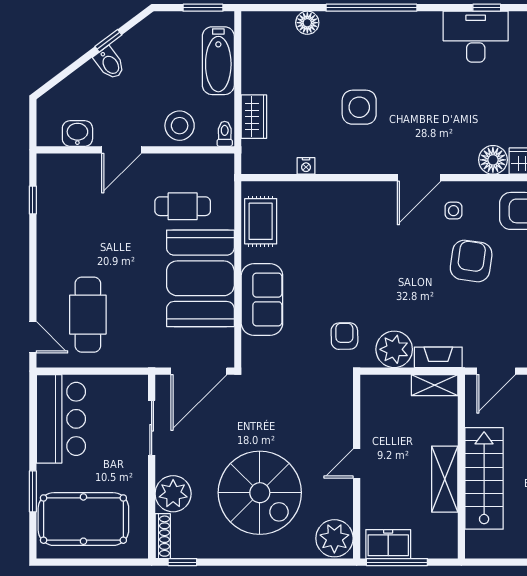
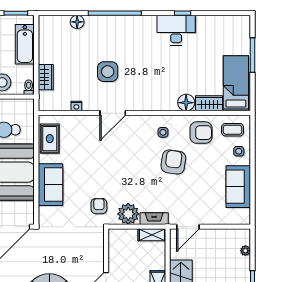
door: (419, 178) -> (113, 113), moved

